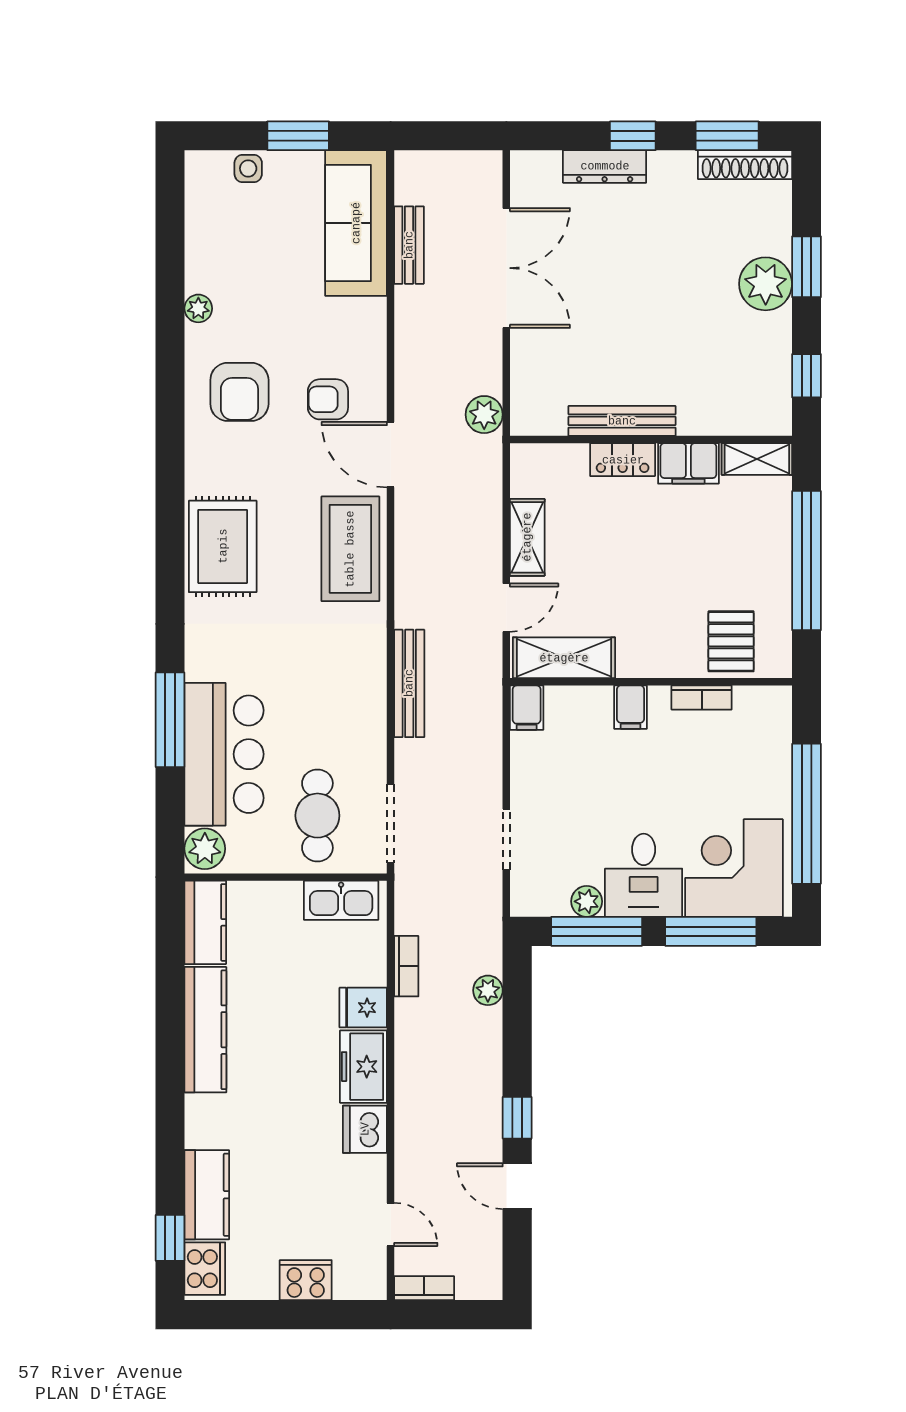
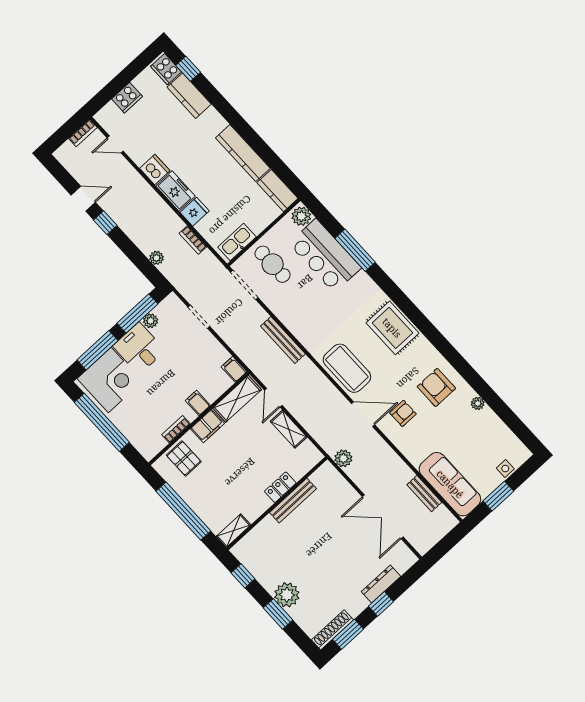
filing cabinet: (688, 463) -> (207, 426), moved, turned 180

